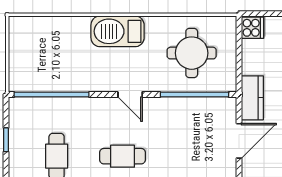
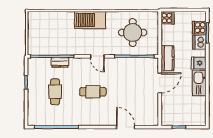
dresser: (65, 105) -> (60, 63), added

